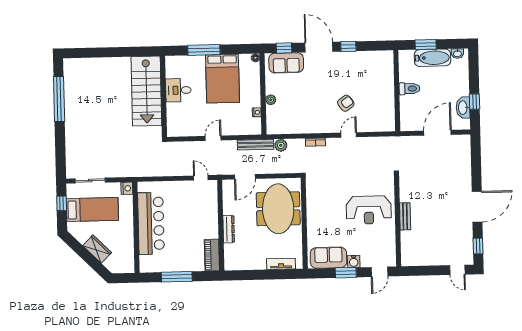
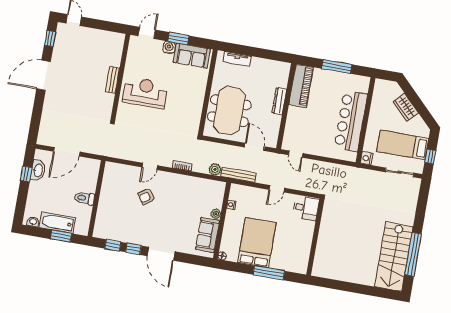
window: (284, 48) -> (113, 245), moved
sofa: (286, 63) -> (207, 235), moved, turned -90
desk: (178, 90) -> (306, 208), moved
stairs: (146, 91) -> (394, 256), moved, turned 180
door: (245, 177) -> (254, 147), hinge flipped
piano: (212, 255) -> (301, 86), width x1.37, depth x1.33

